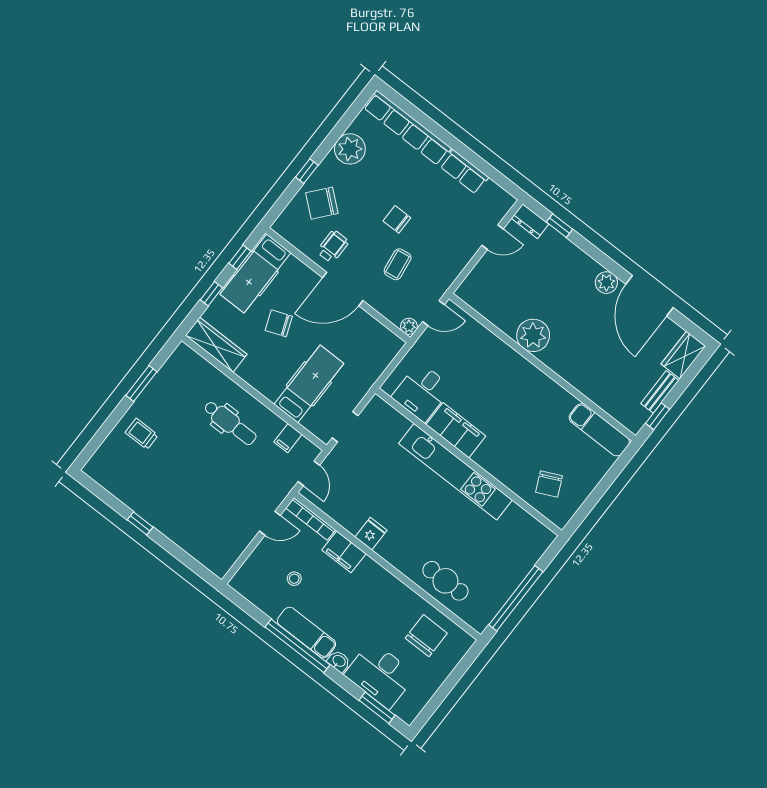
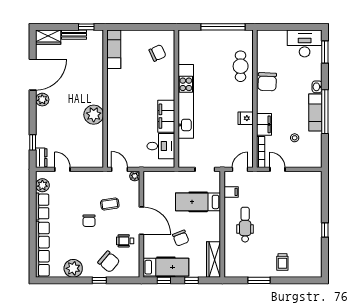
plant: (492, 194) -> (42, 185), added
chair: (426, 636) -> (267, 82), moved, turned -88
desk: (380, 675) -> (305, 43), moved, turned -90

